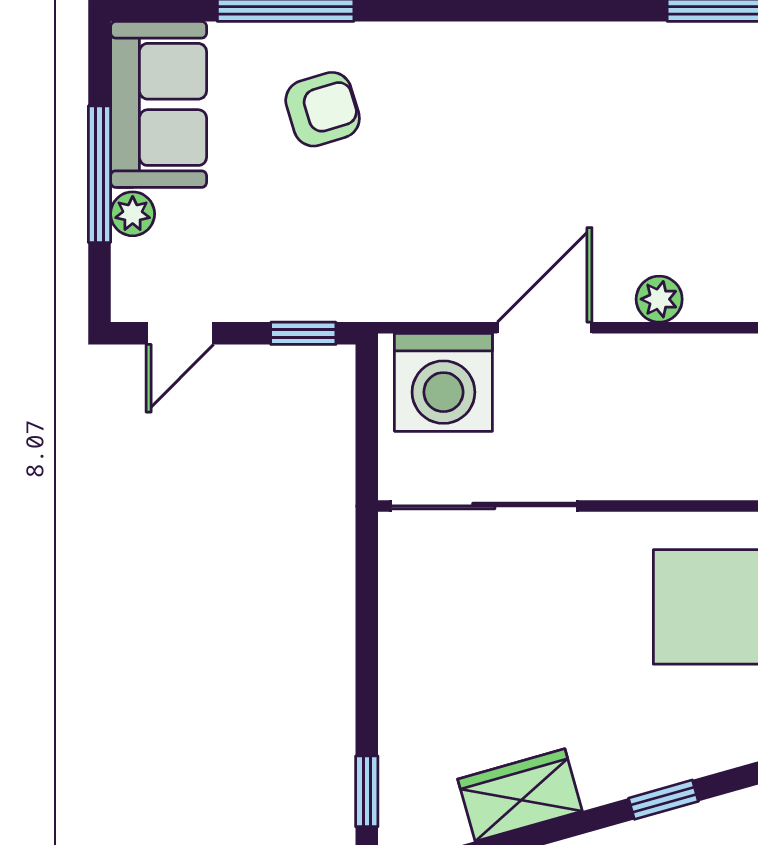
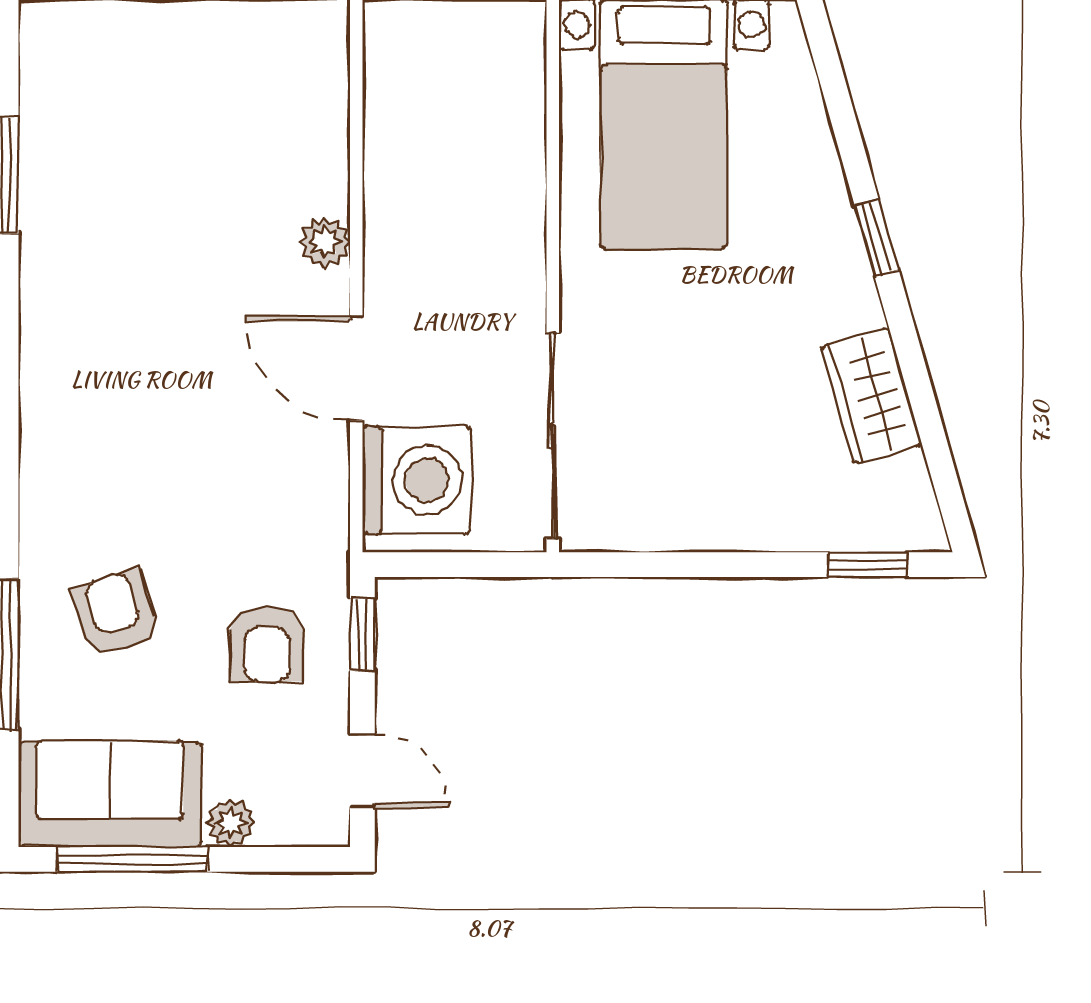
window: (99, 174) -> (133, 859), moved
armchair: (295, 247) -> (267, 644), added

